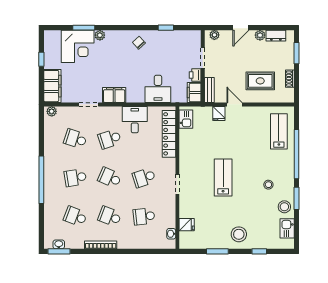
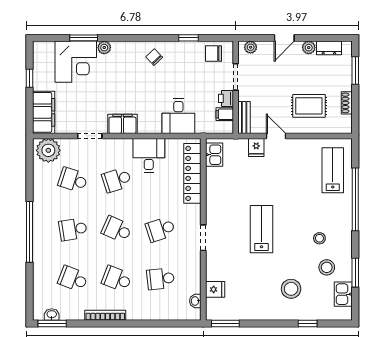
chair: (186, 40) -> (214, 53), added
filing cabinet: (194, 93) -> (225, 114), width x0.50
plant: (52, 111) -> (48, 150), width x1.88, depth x1.88
window: (297, 198) -> (355, 273), moved
stool: (284, 207) -> (327, 267), moved
stool: (239, 234) -> (291, 289), moved
window: (217, 251) -> (225, 324), moved

